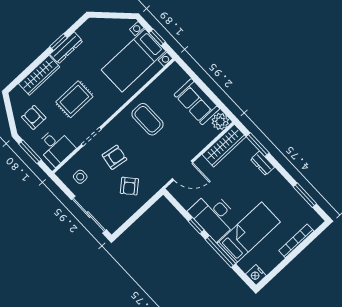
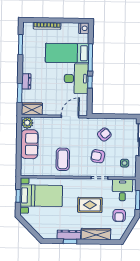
wardrobe: (224, 146) -> (32, 109), width x0.67
door: (183, 170) -> (70, 117), hinge flipped

